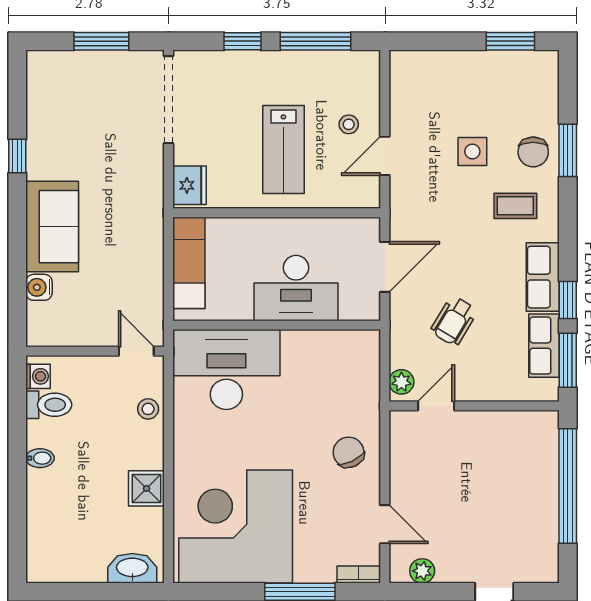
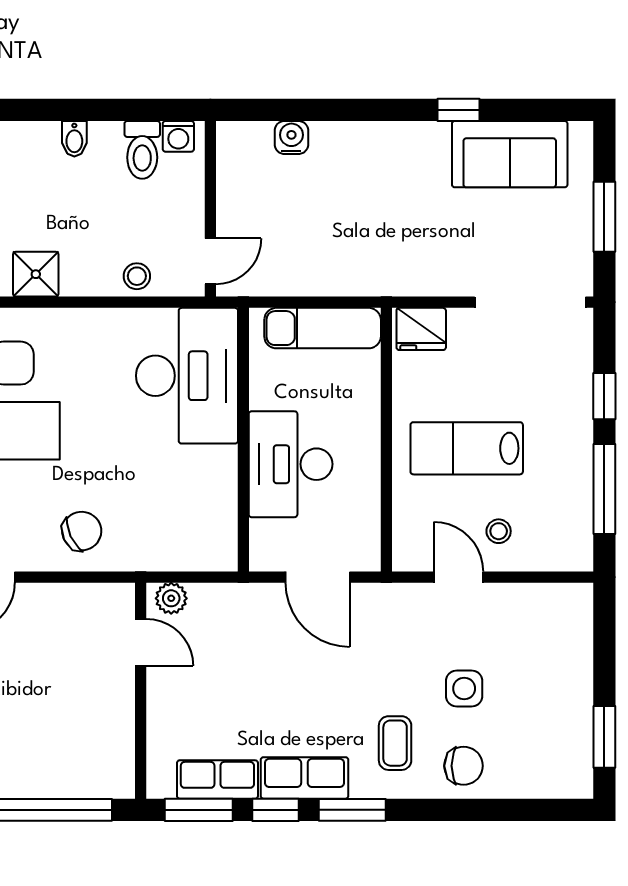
window: (568, 150) -> (352, 810), moved
chair: (533, 152) -> (464, 766), turned 180
sofa: (52, 227) -> (510, 154), moved
wheelchair: (454, 321) -> (249, 665), removed

